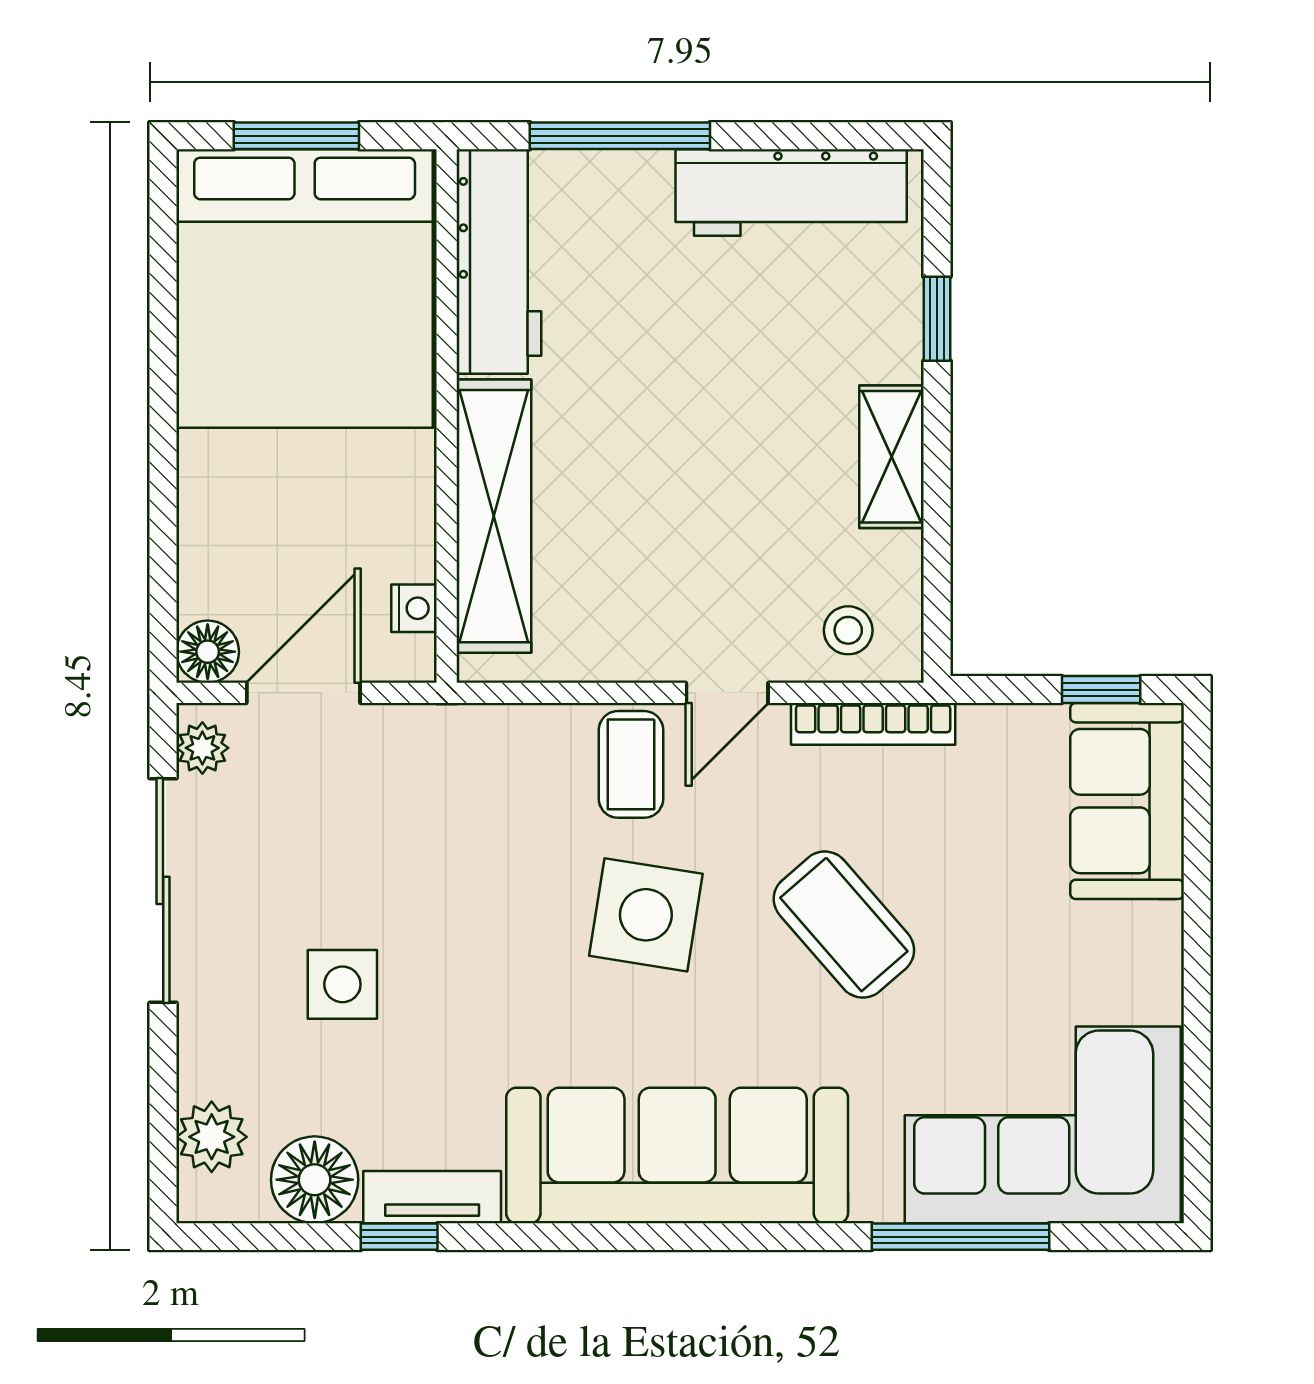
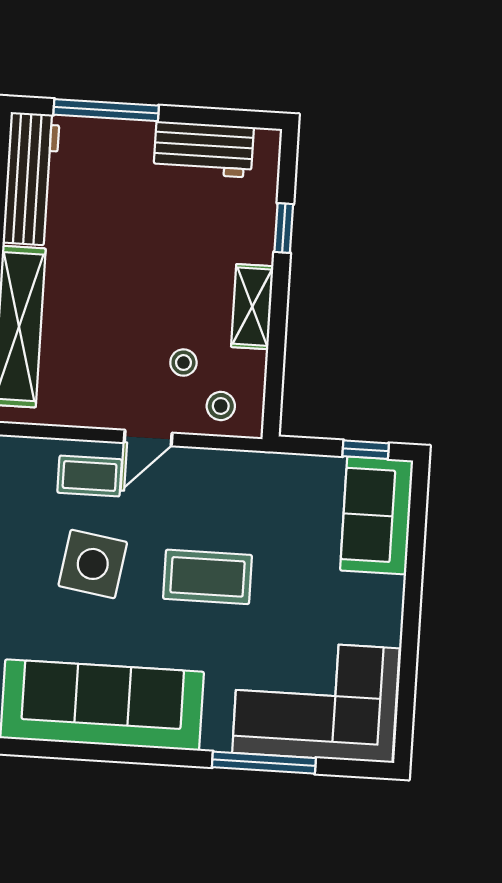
workbench: (791, 193) -> (204, 149), width x0.73
stool: (780, 560) -> (183, 363), added
bookcase: (873, 724) -> (232, 461), removed
coffee table: (631, 764) -> (90, 476), turned 90
coffee table: (844, 925) -> (208, 577), turned -49

